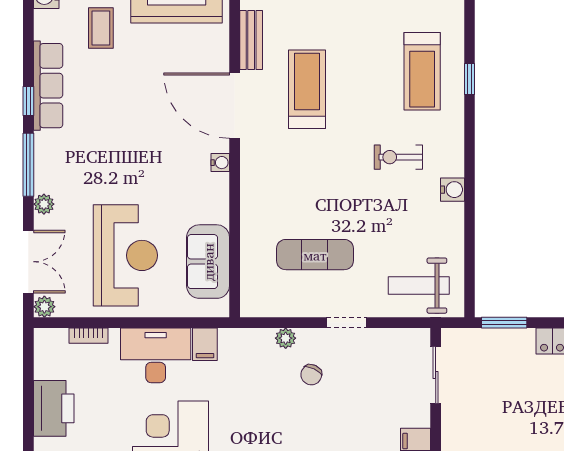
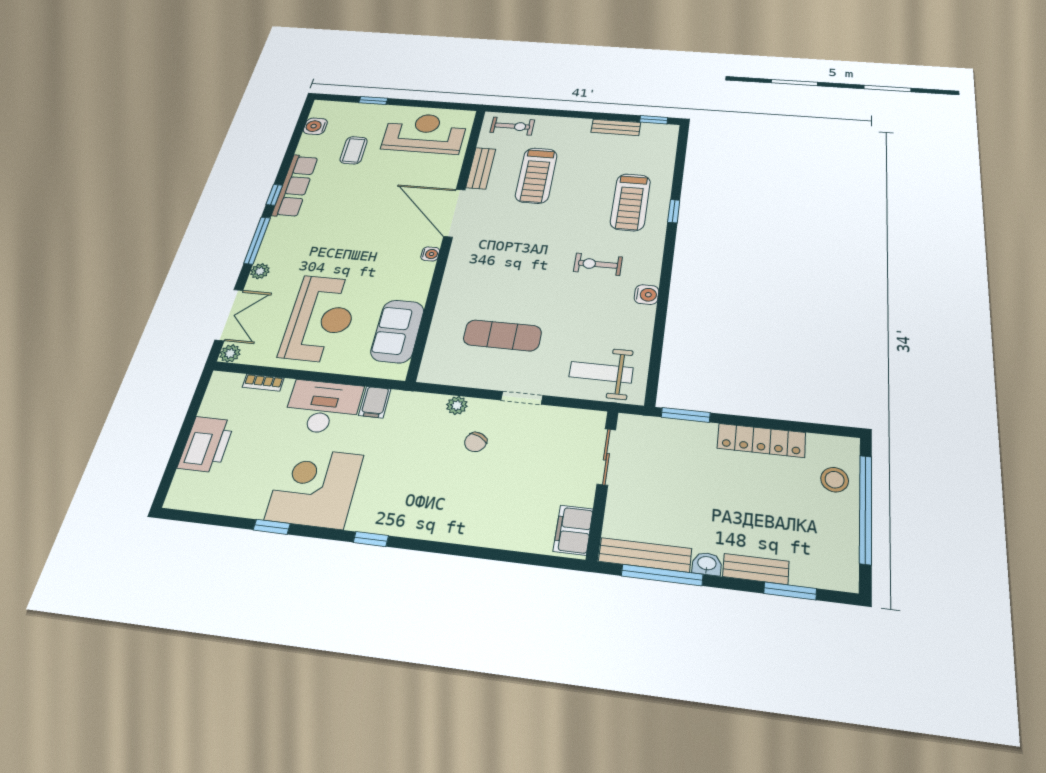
treadmill: (307, 89) -> (536, 175), moved, turned 180

